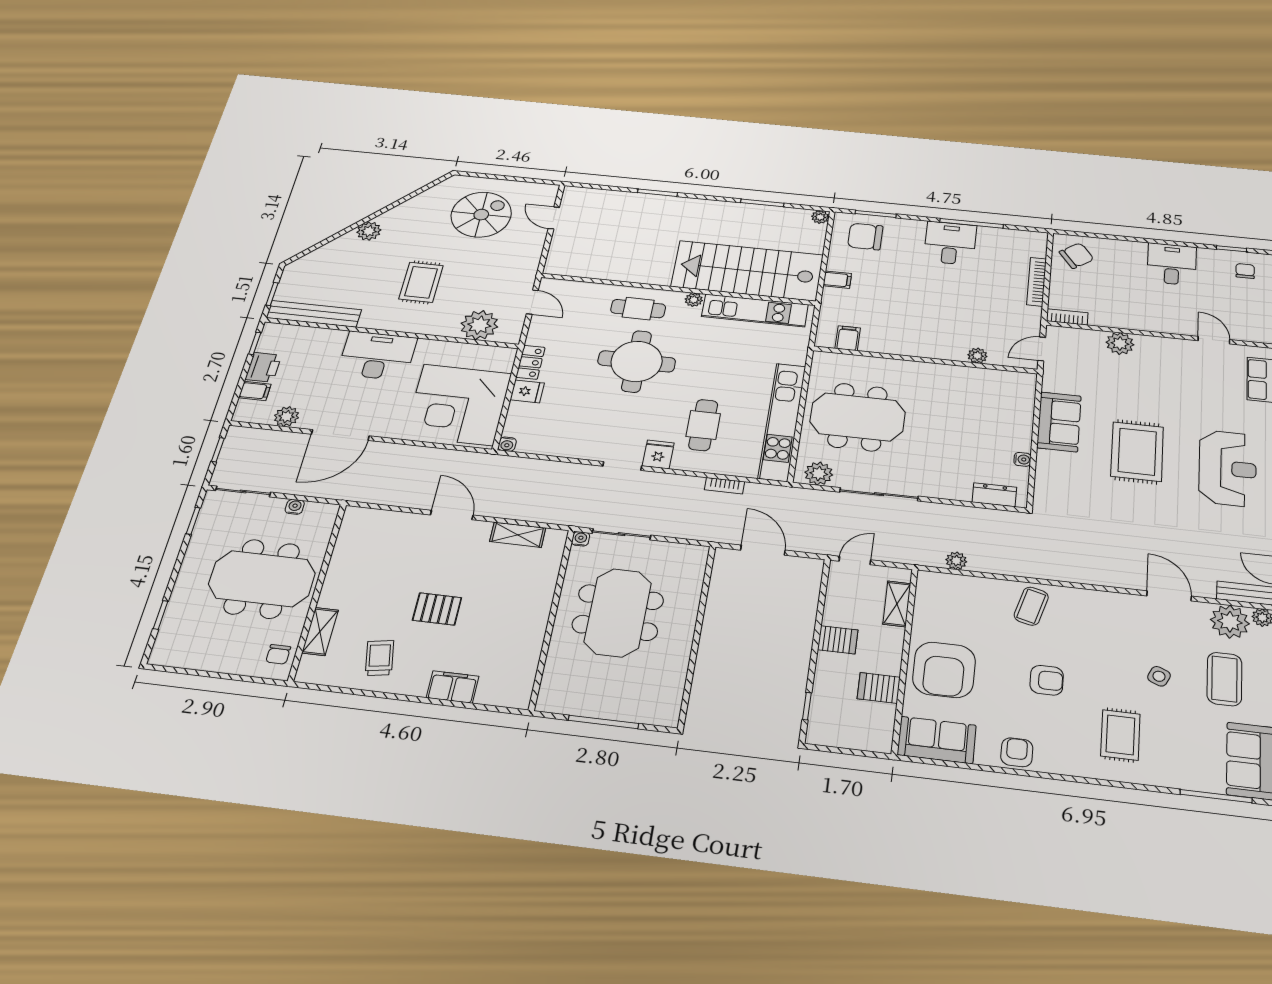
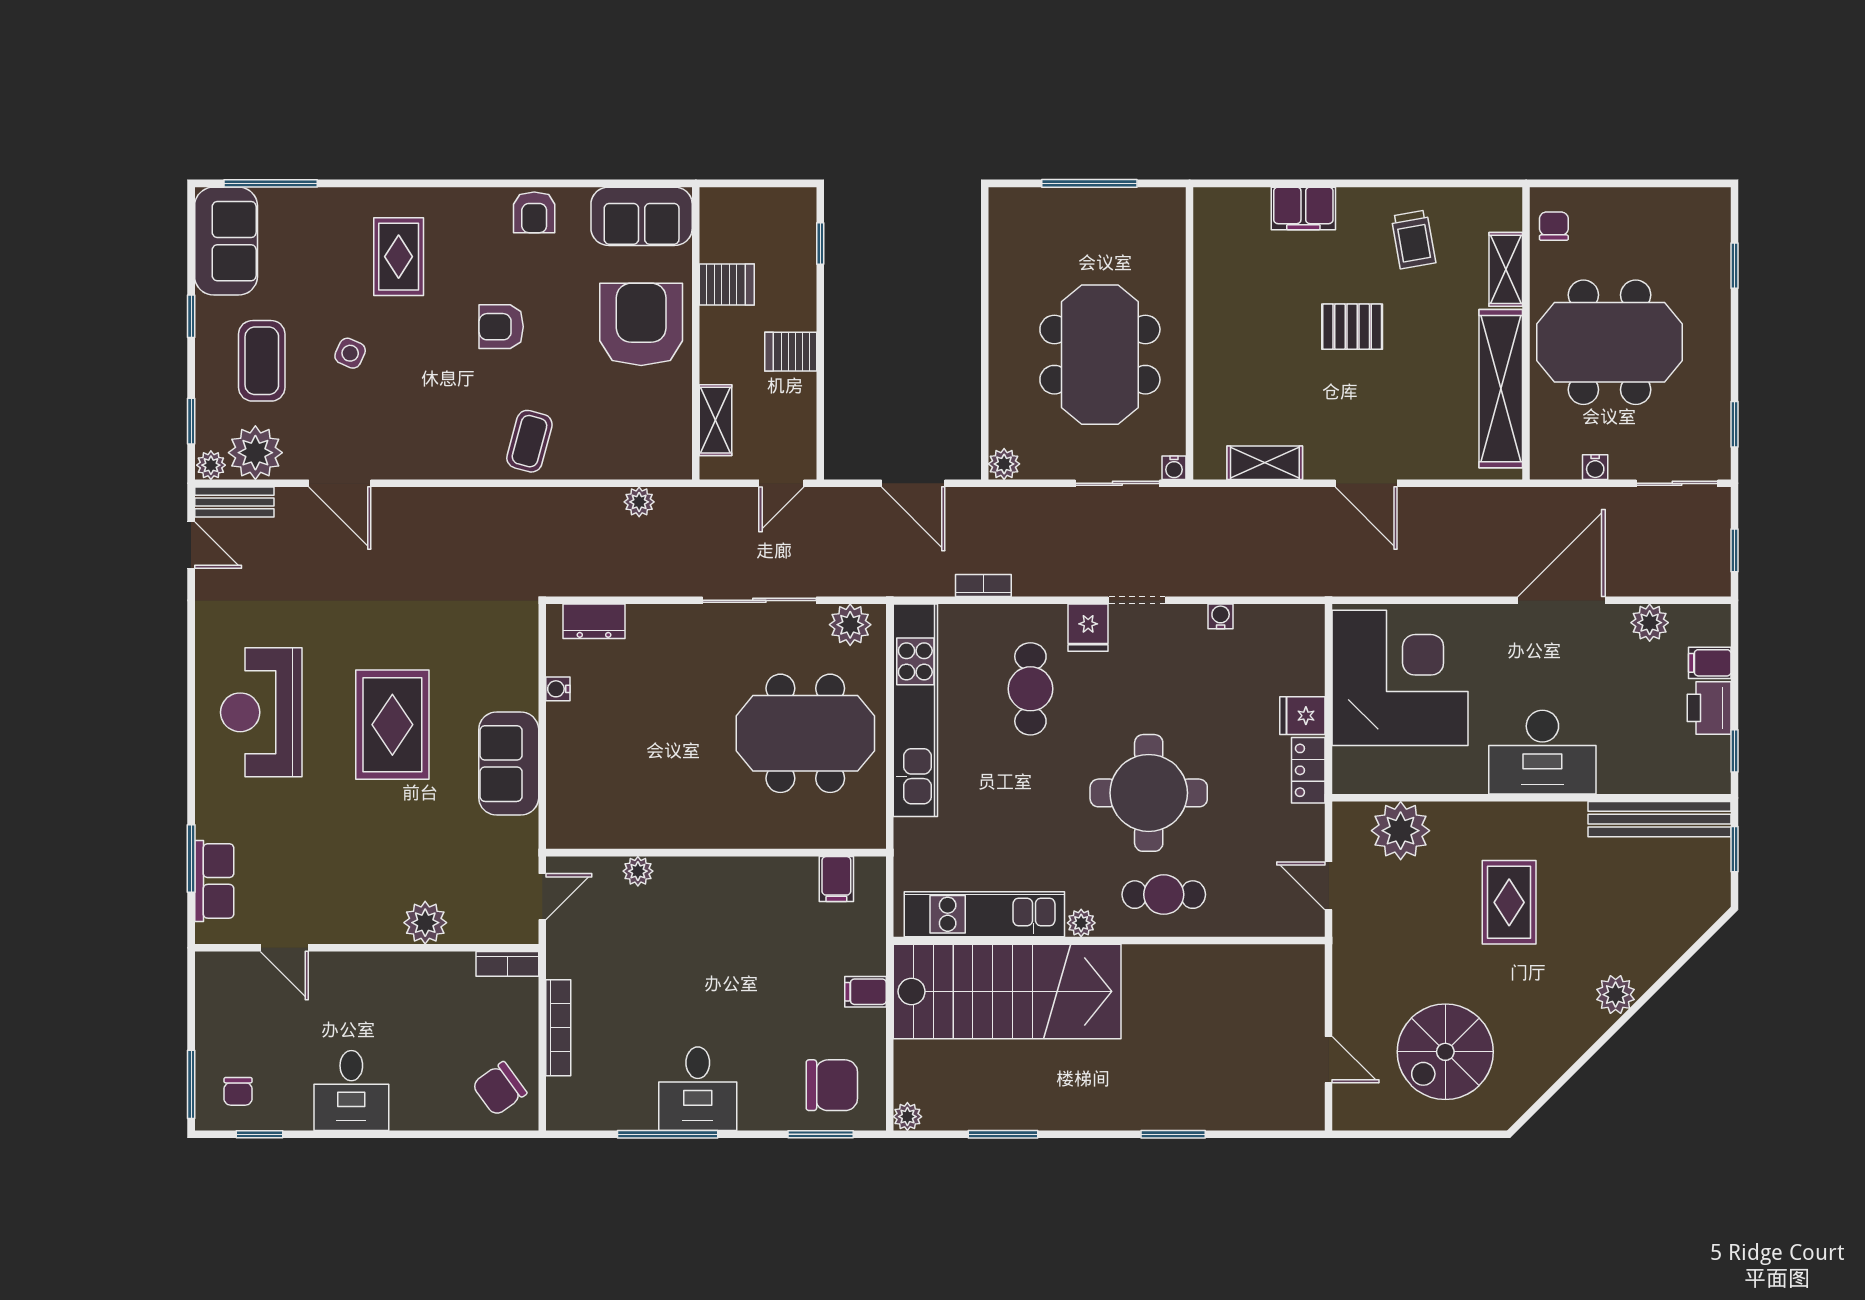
water cooler: (507, 444) -> (1221, 616), moved
plant: (698, 554) -> (1004, 464), added
shelving: (345, 560) -> (1501, 389), added

